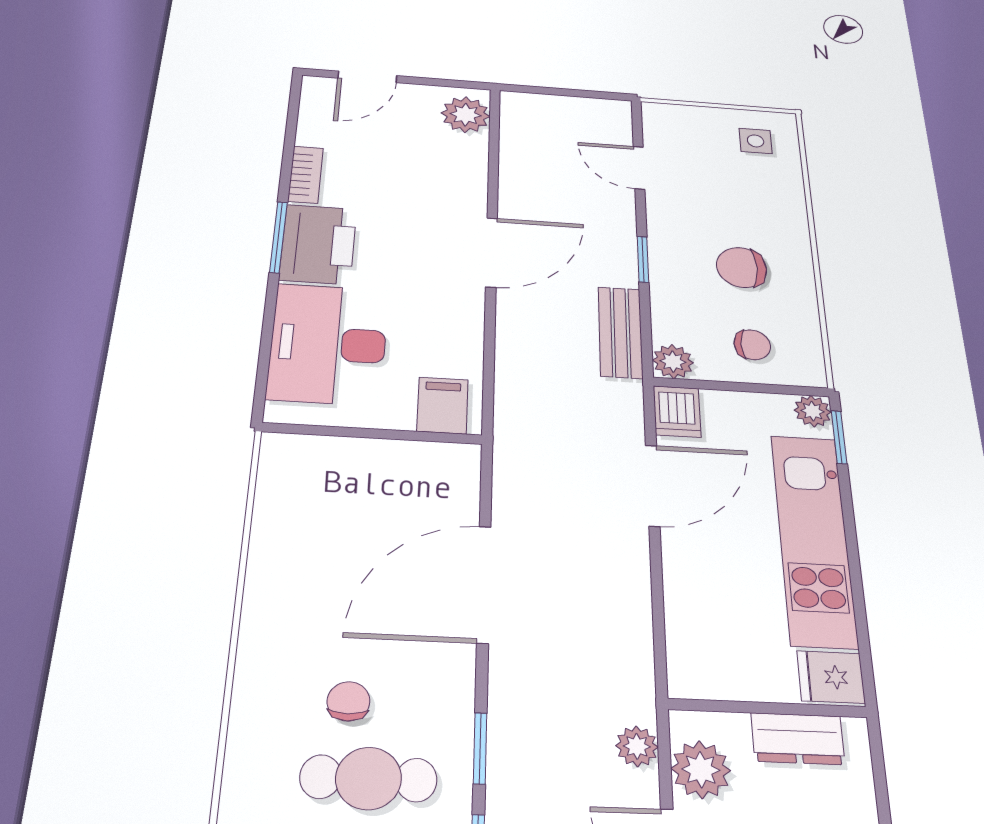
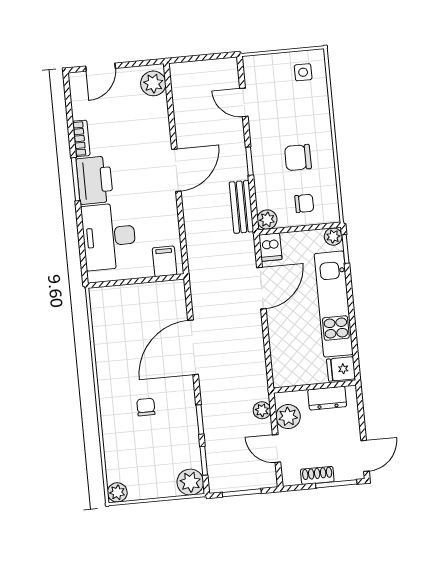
cafe table: (369, 778) -> (159, 437), removed

